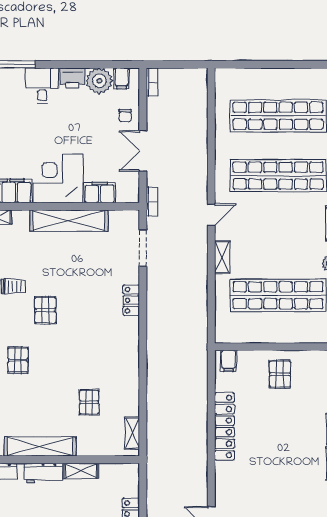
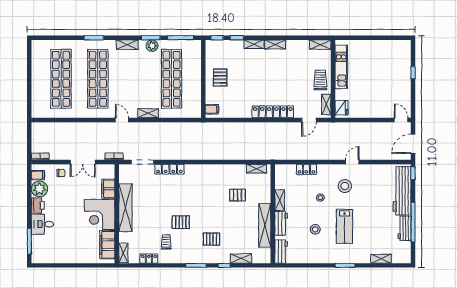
locker: (131, 300) -> (169, 169), width x1.53
pallet: (280, 374) -> (220, 78), turned 90
locker: (224, 426) -> (273, 112), moved

